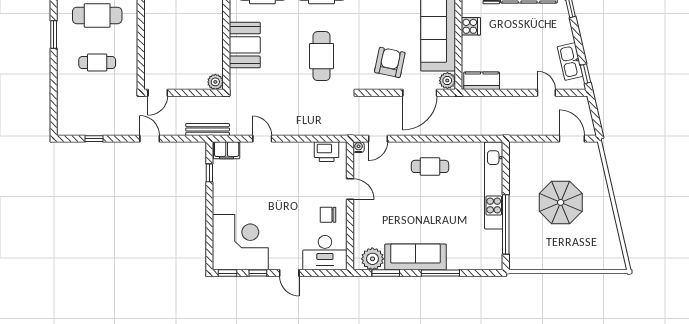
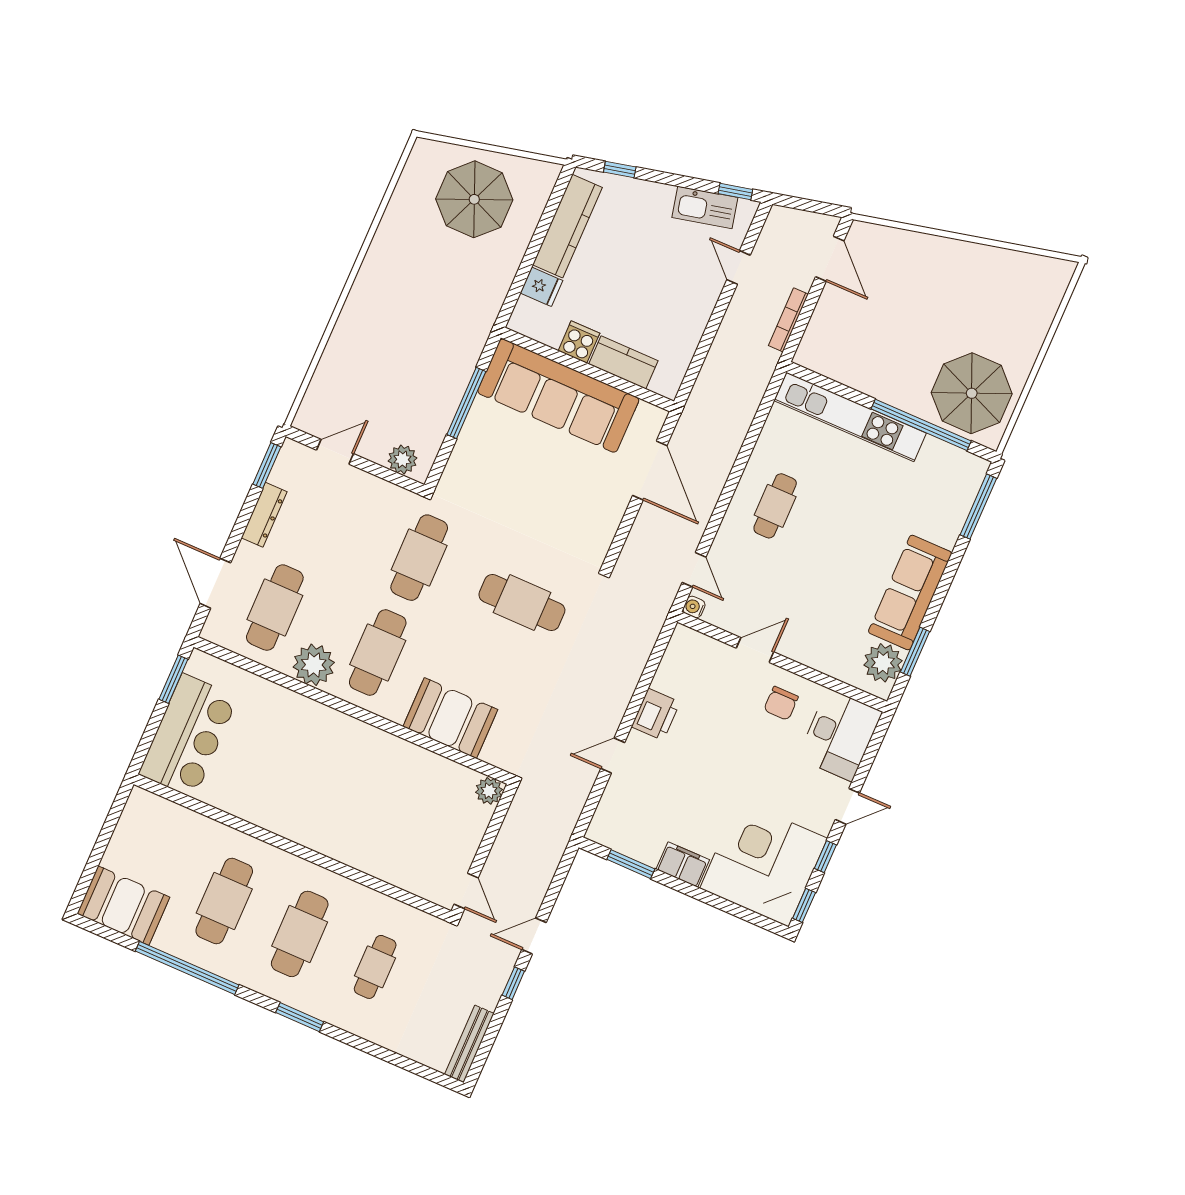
armchair: (390, 62) -> (580, 497), removed
plant: (447, 81) -> (649, 418), removed
kitchen counter: (482, 81) -> (623, 362), moved, turned 90
door: (546, 93) -> (738, 267), hinge flipped
bench: (208, 129) -> (469, 1044), moved
bookcase: (530, 131) -> (788, 320), added
window: (94, 139) -> (513, 983), moved
door: (572, 139) -> (830, 259), swing flipped
filing cabinet: (227, 150) -> (683, 865), moved, turned -90
printer: (327, 152) -> (656, 714), moved
window: (209, 173) -> (631, 864), width x1.50
parasol: (561, 202) -> (972, 393), moved
window: (440, 273) -> (978, 507), moved

